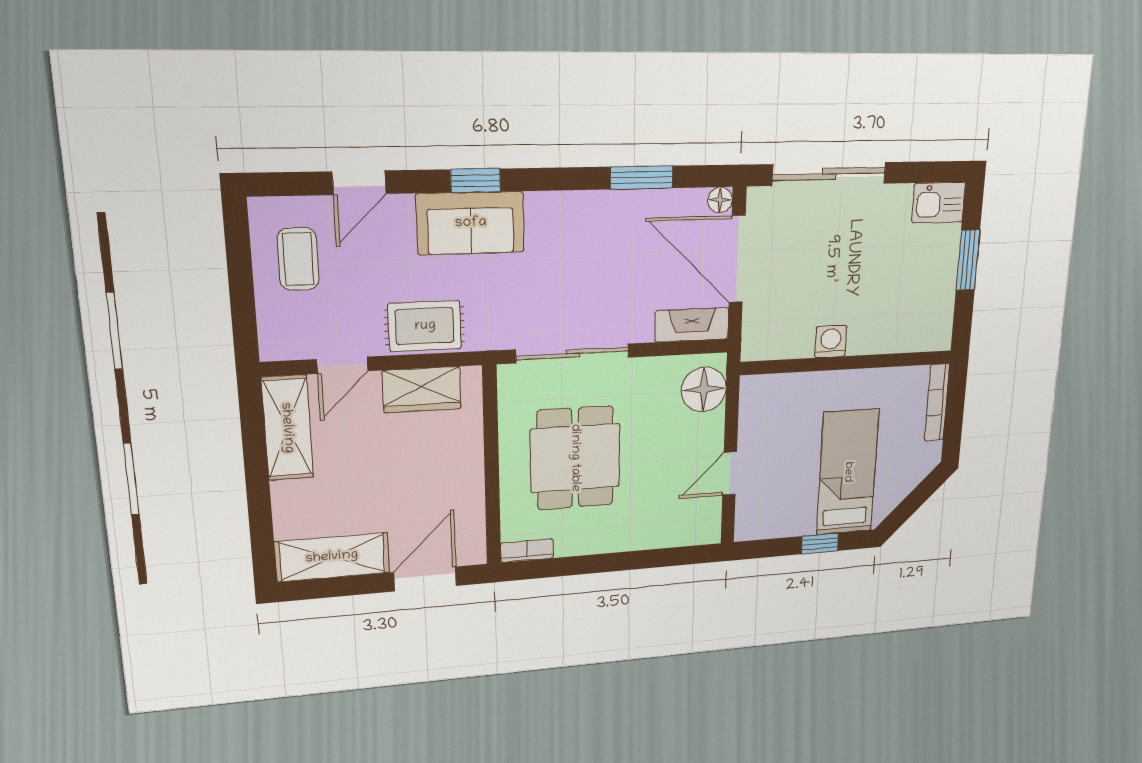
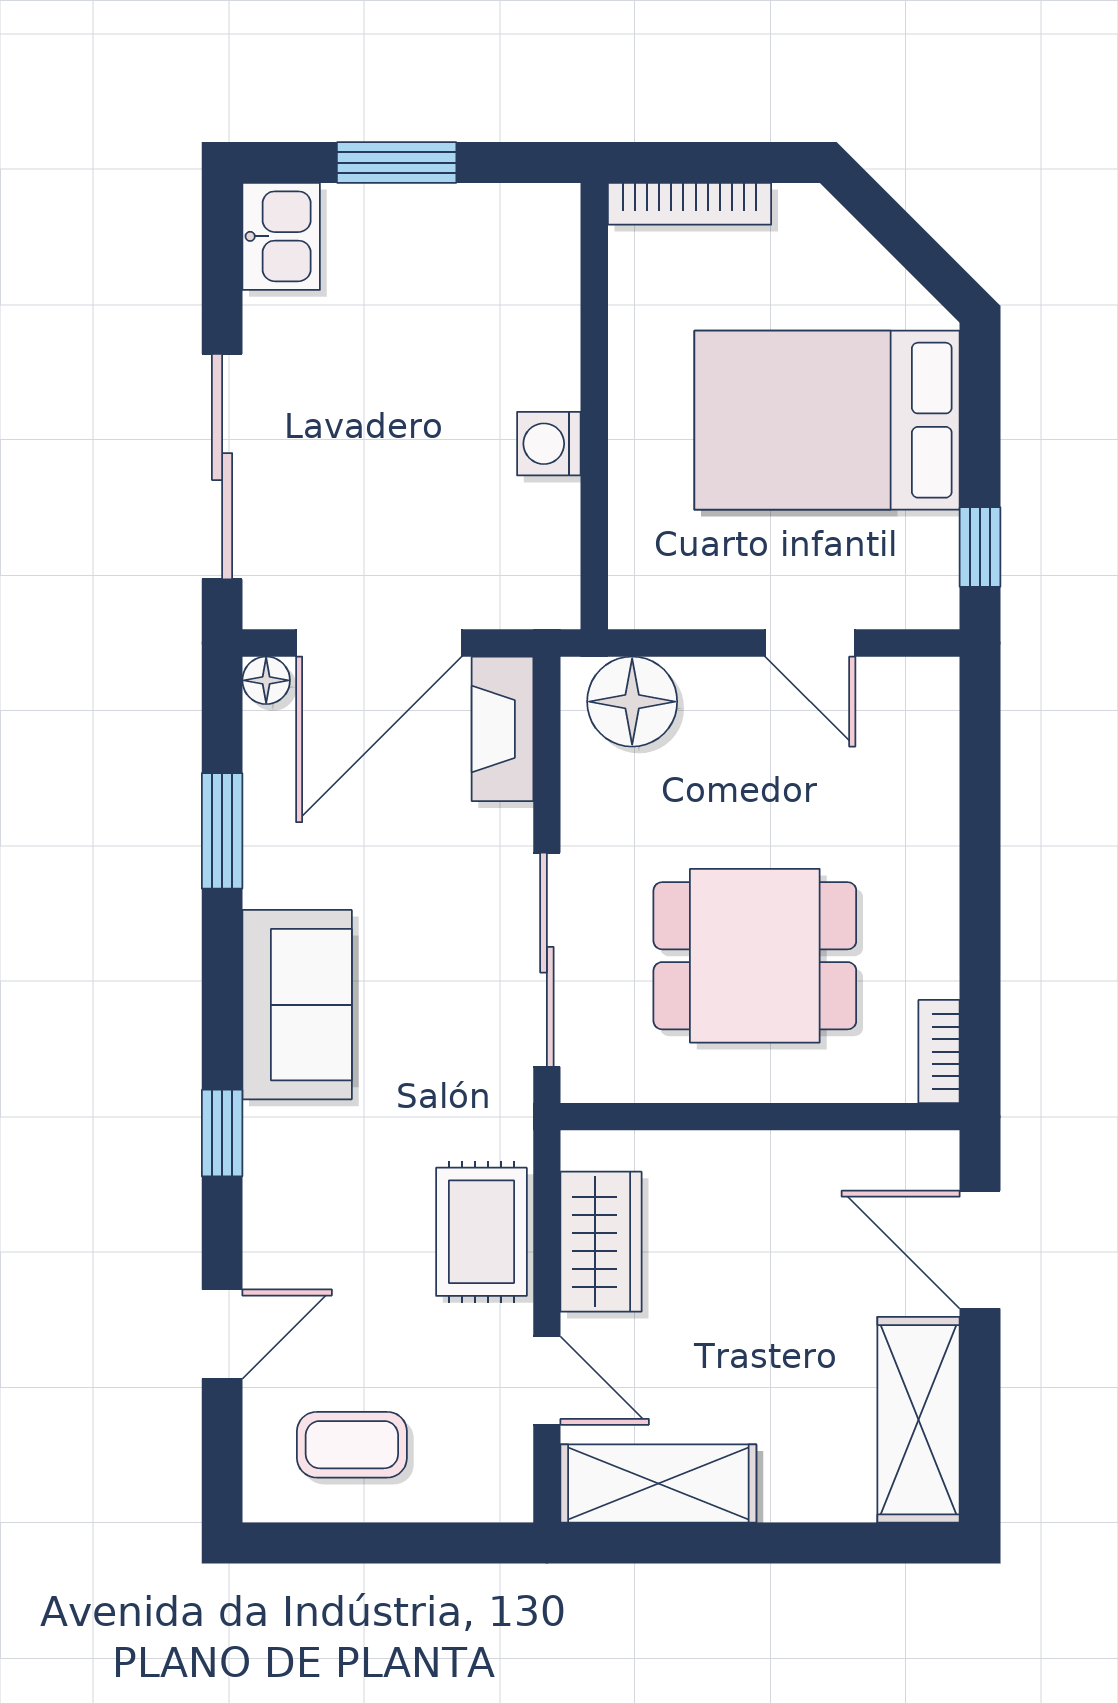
door: (359, 183) -> (222, 1334), hinge flipped
sofa: (471, 223) -> (297, 1005), moved
bed: (848, 472) -> (827, 420), width x1.50
window: (820, 544) -> (980, 547), moved

